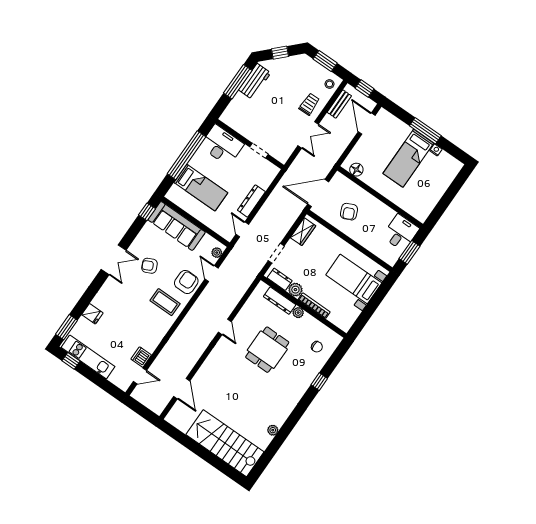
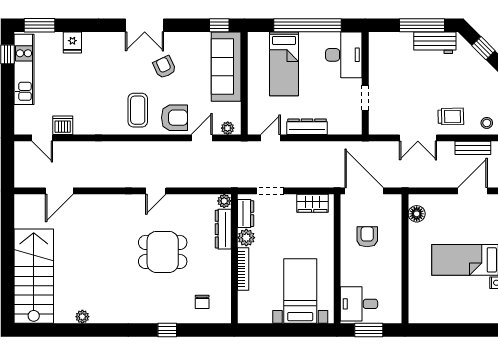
armchair: (349, 212) -> (367, 237), turned 114
desk: (401, 232) -> (359, 304), moved, turned 180
plant: (298, 313) -> (224, 201), moved

